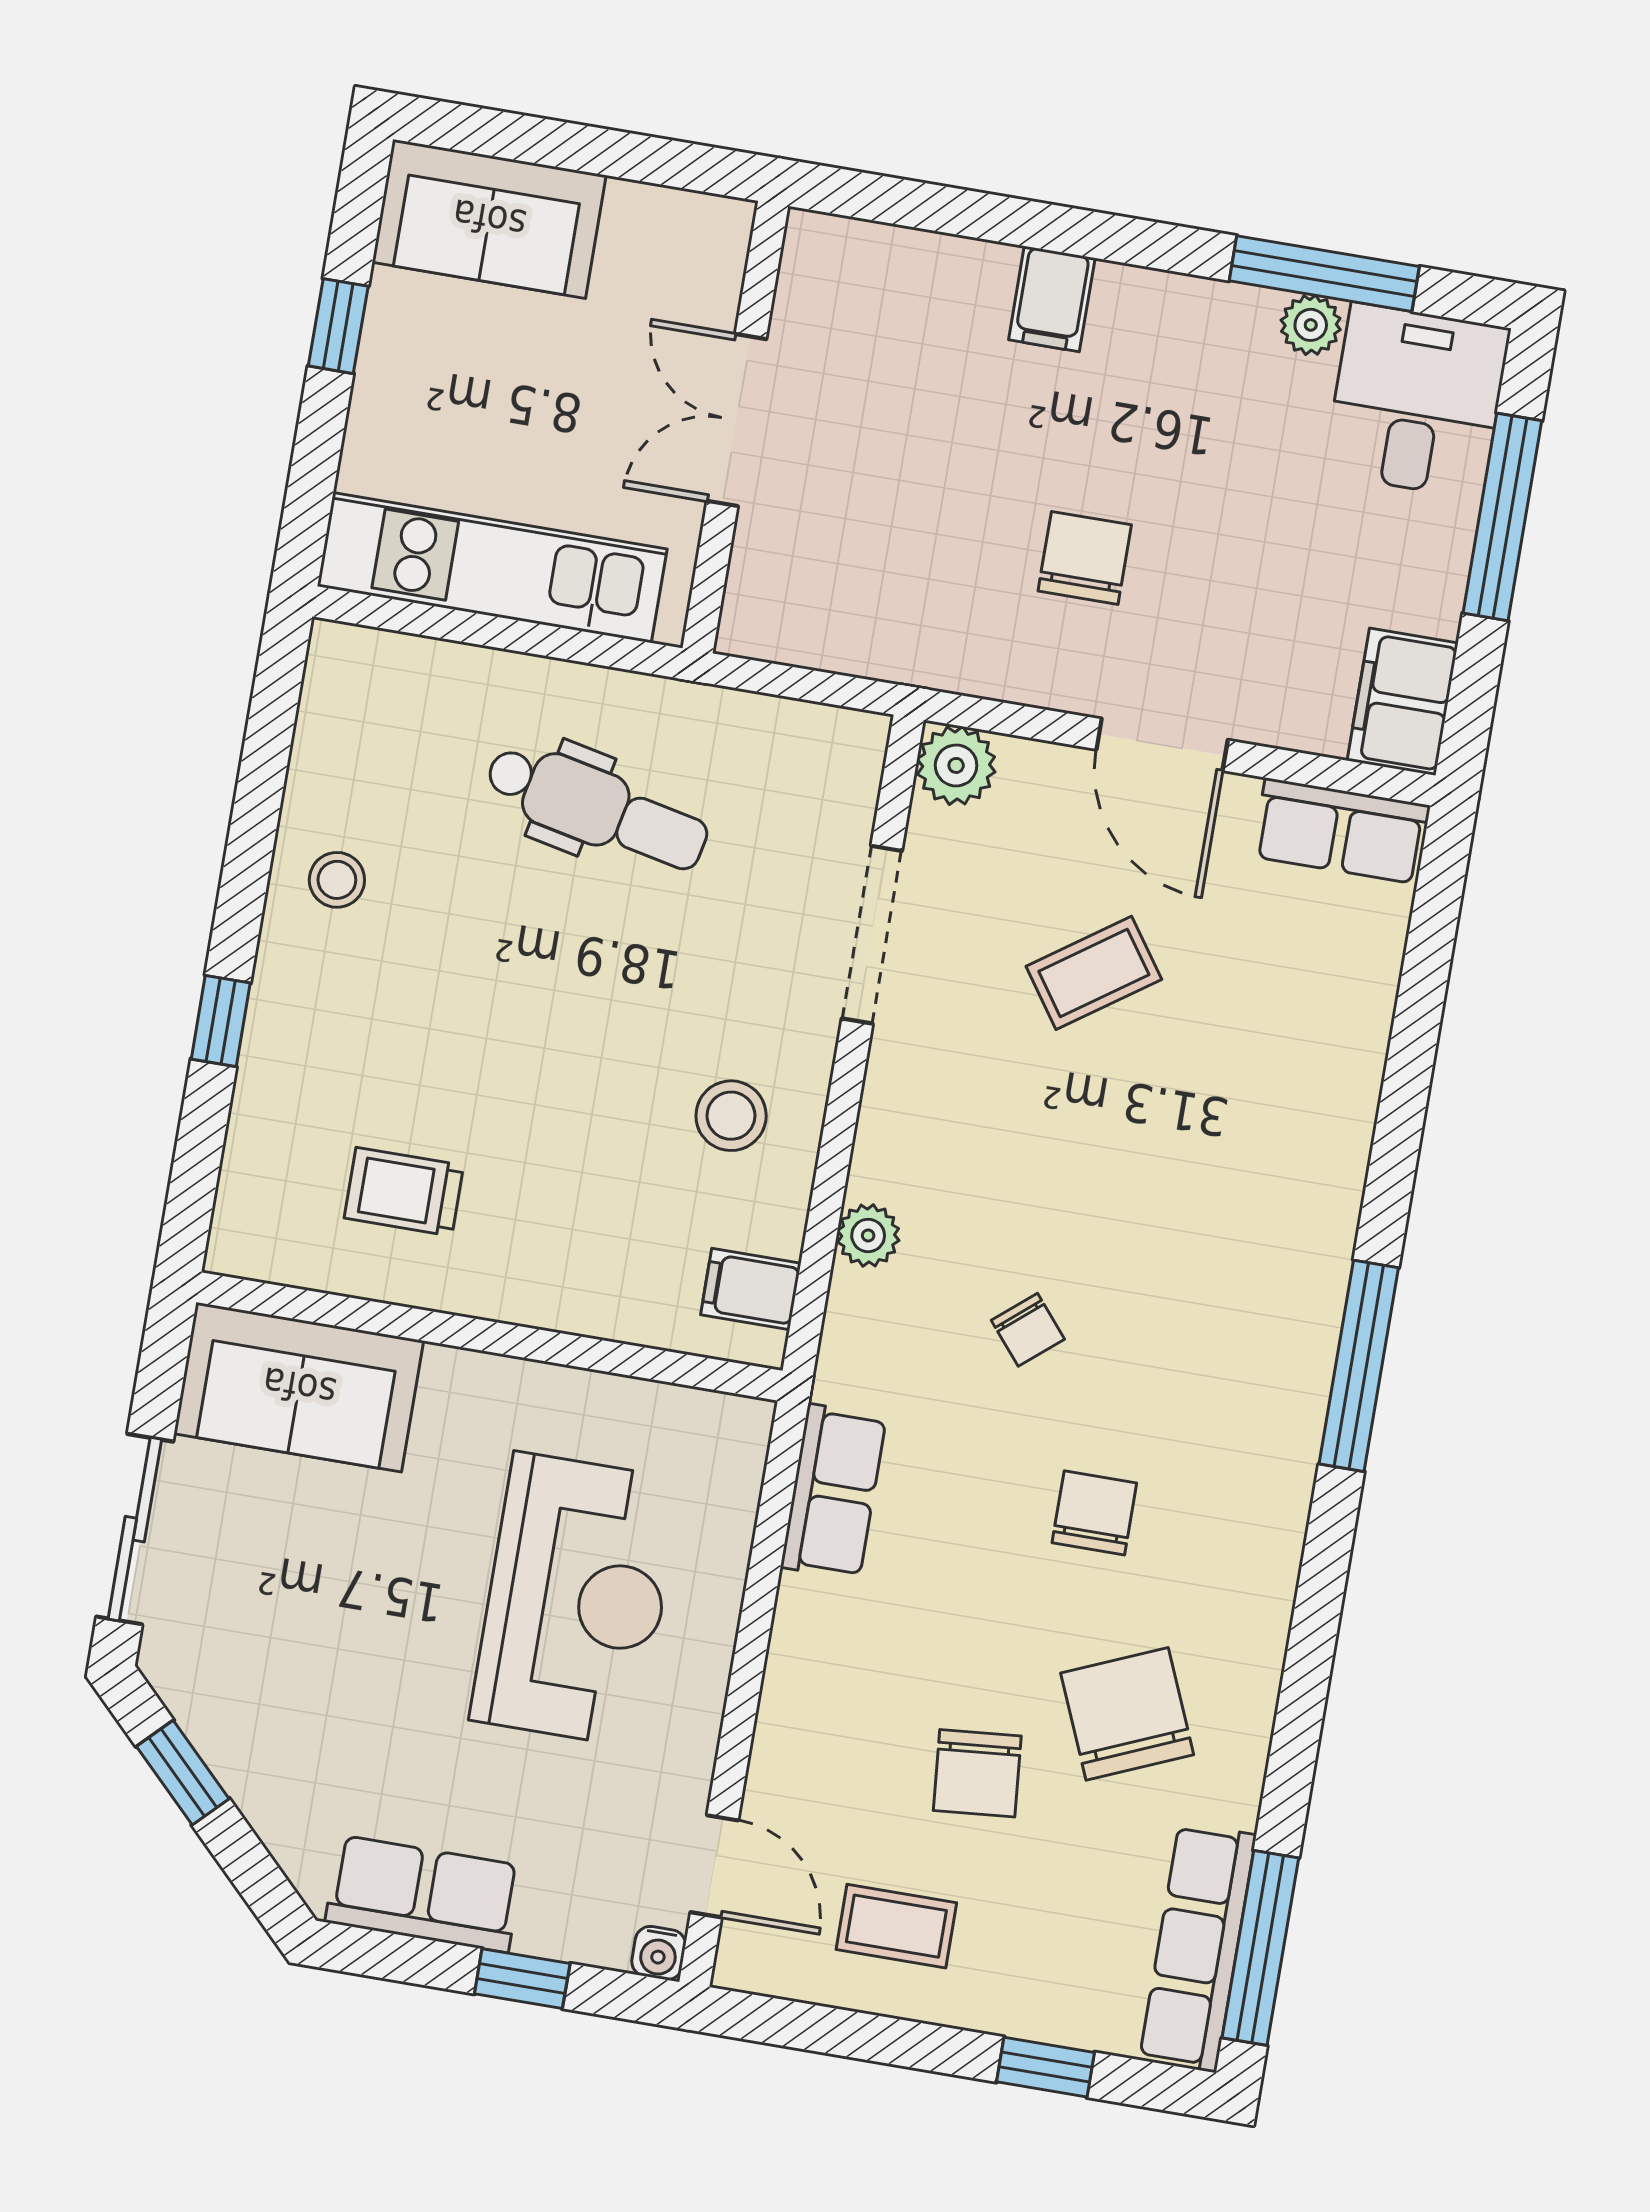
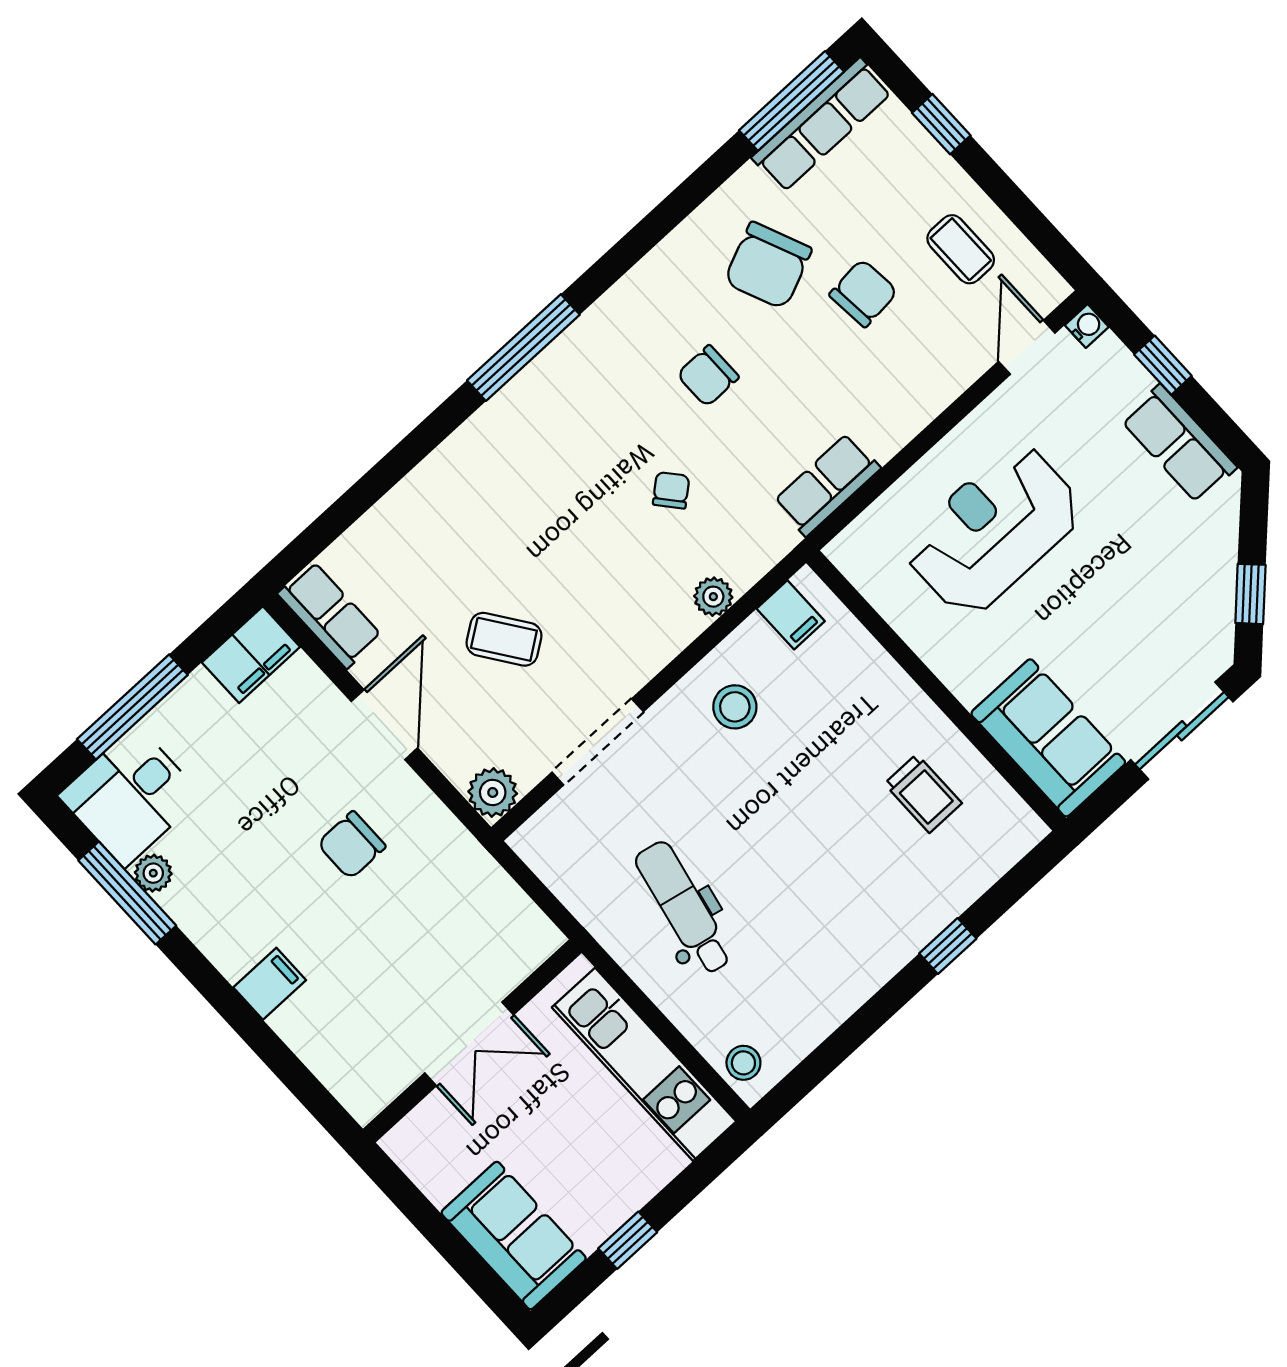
stool: (337, 880) -> (743, 1063), moved

